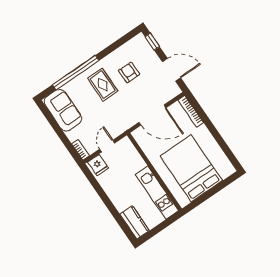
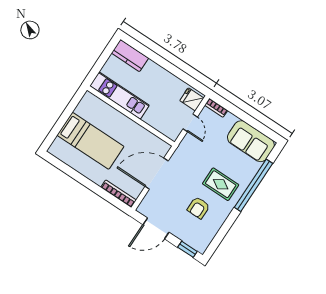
armchair: (129, 72) -> (199, 208), turned 90
bed: (191, 168) -> (90, 141), width x0.67

